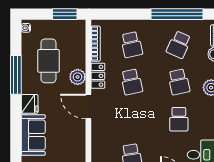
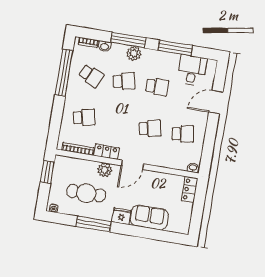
school desk: (132, 82) -> (150, 128), moved

